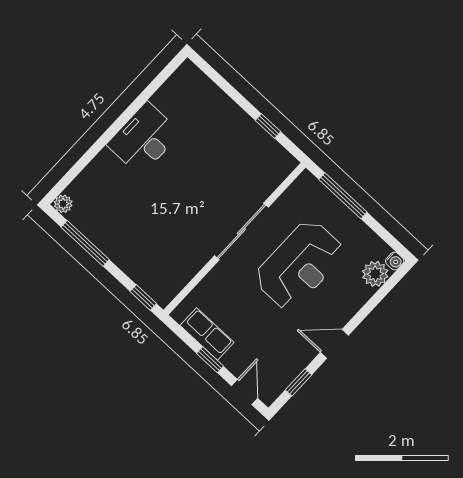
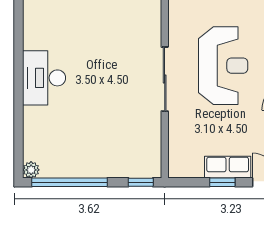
window: (85, 243) -> (70, 182), width x1.46
row of seats: (207, 334) -> (228, 167), moved

